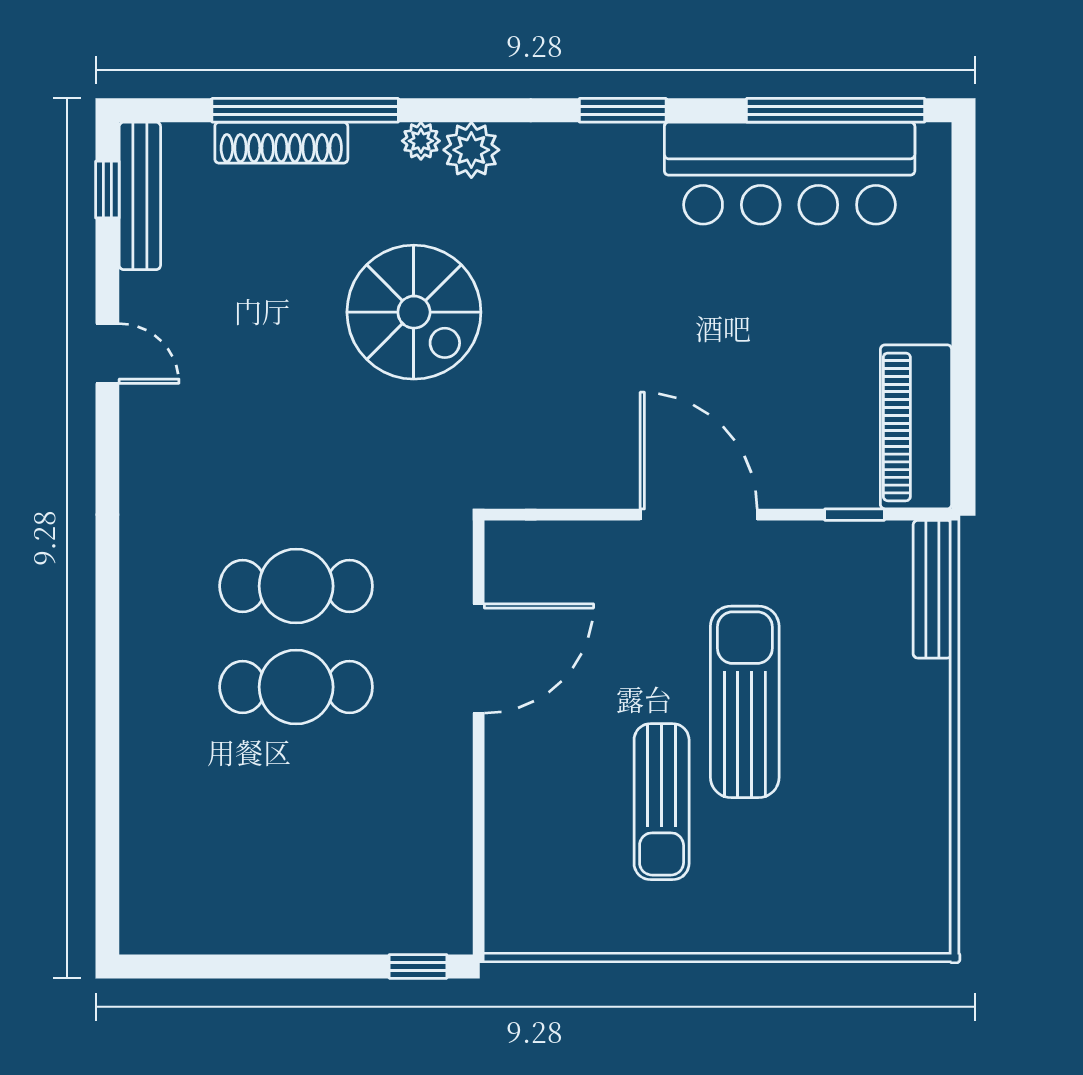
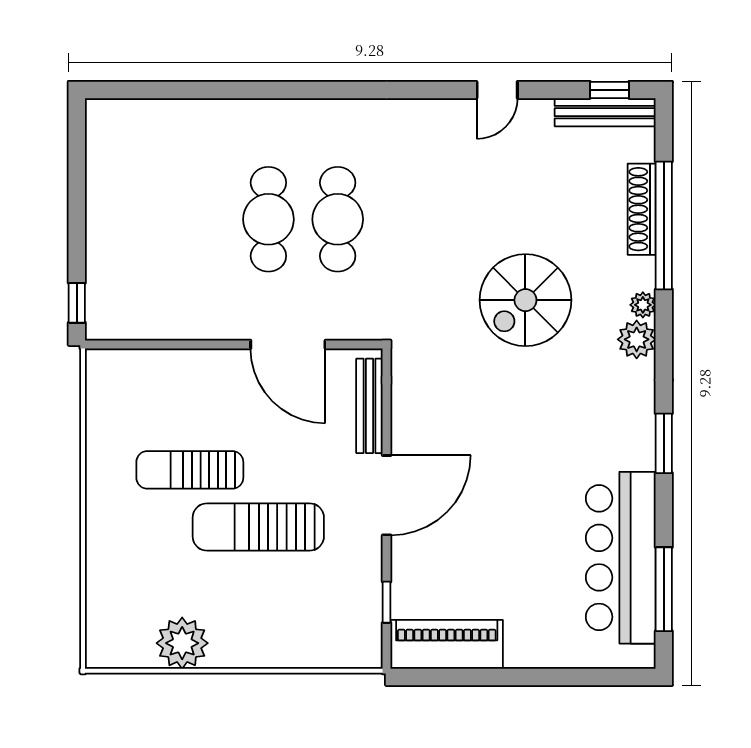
window: (836, 110) -> (664, 589), width x0.68
bench: (932, 589) -> (369, 406), moved, turned 90
sun lounger: (745, 702) -> (258, 527), turned 180
plant: (914, 813) -> (182, 643), added

